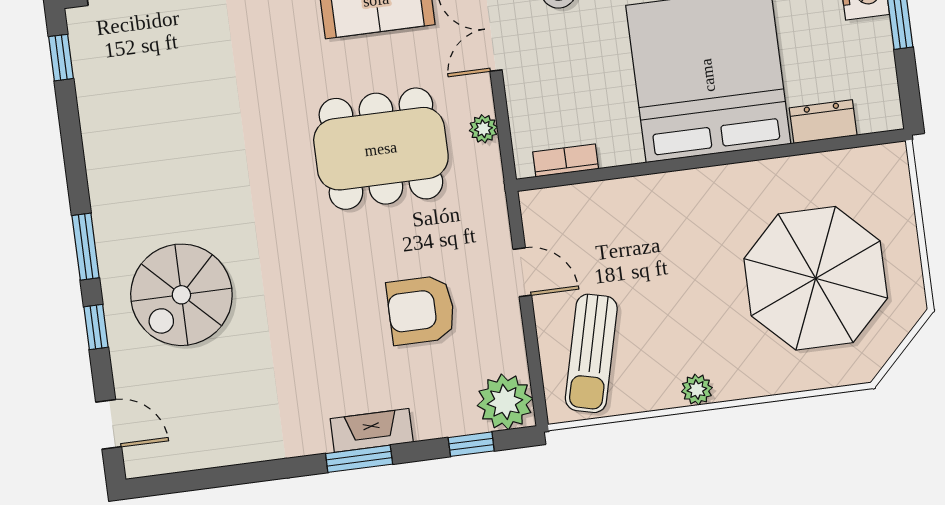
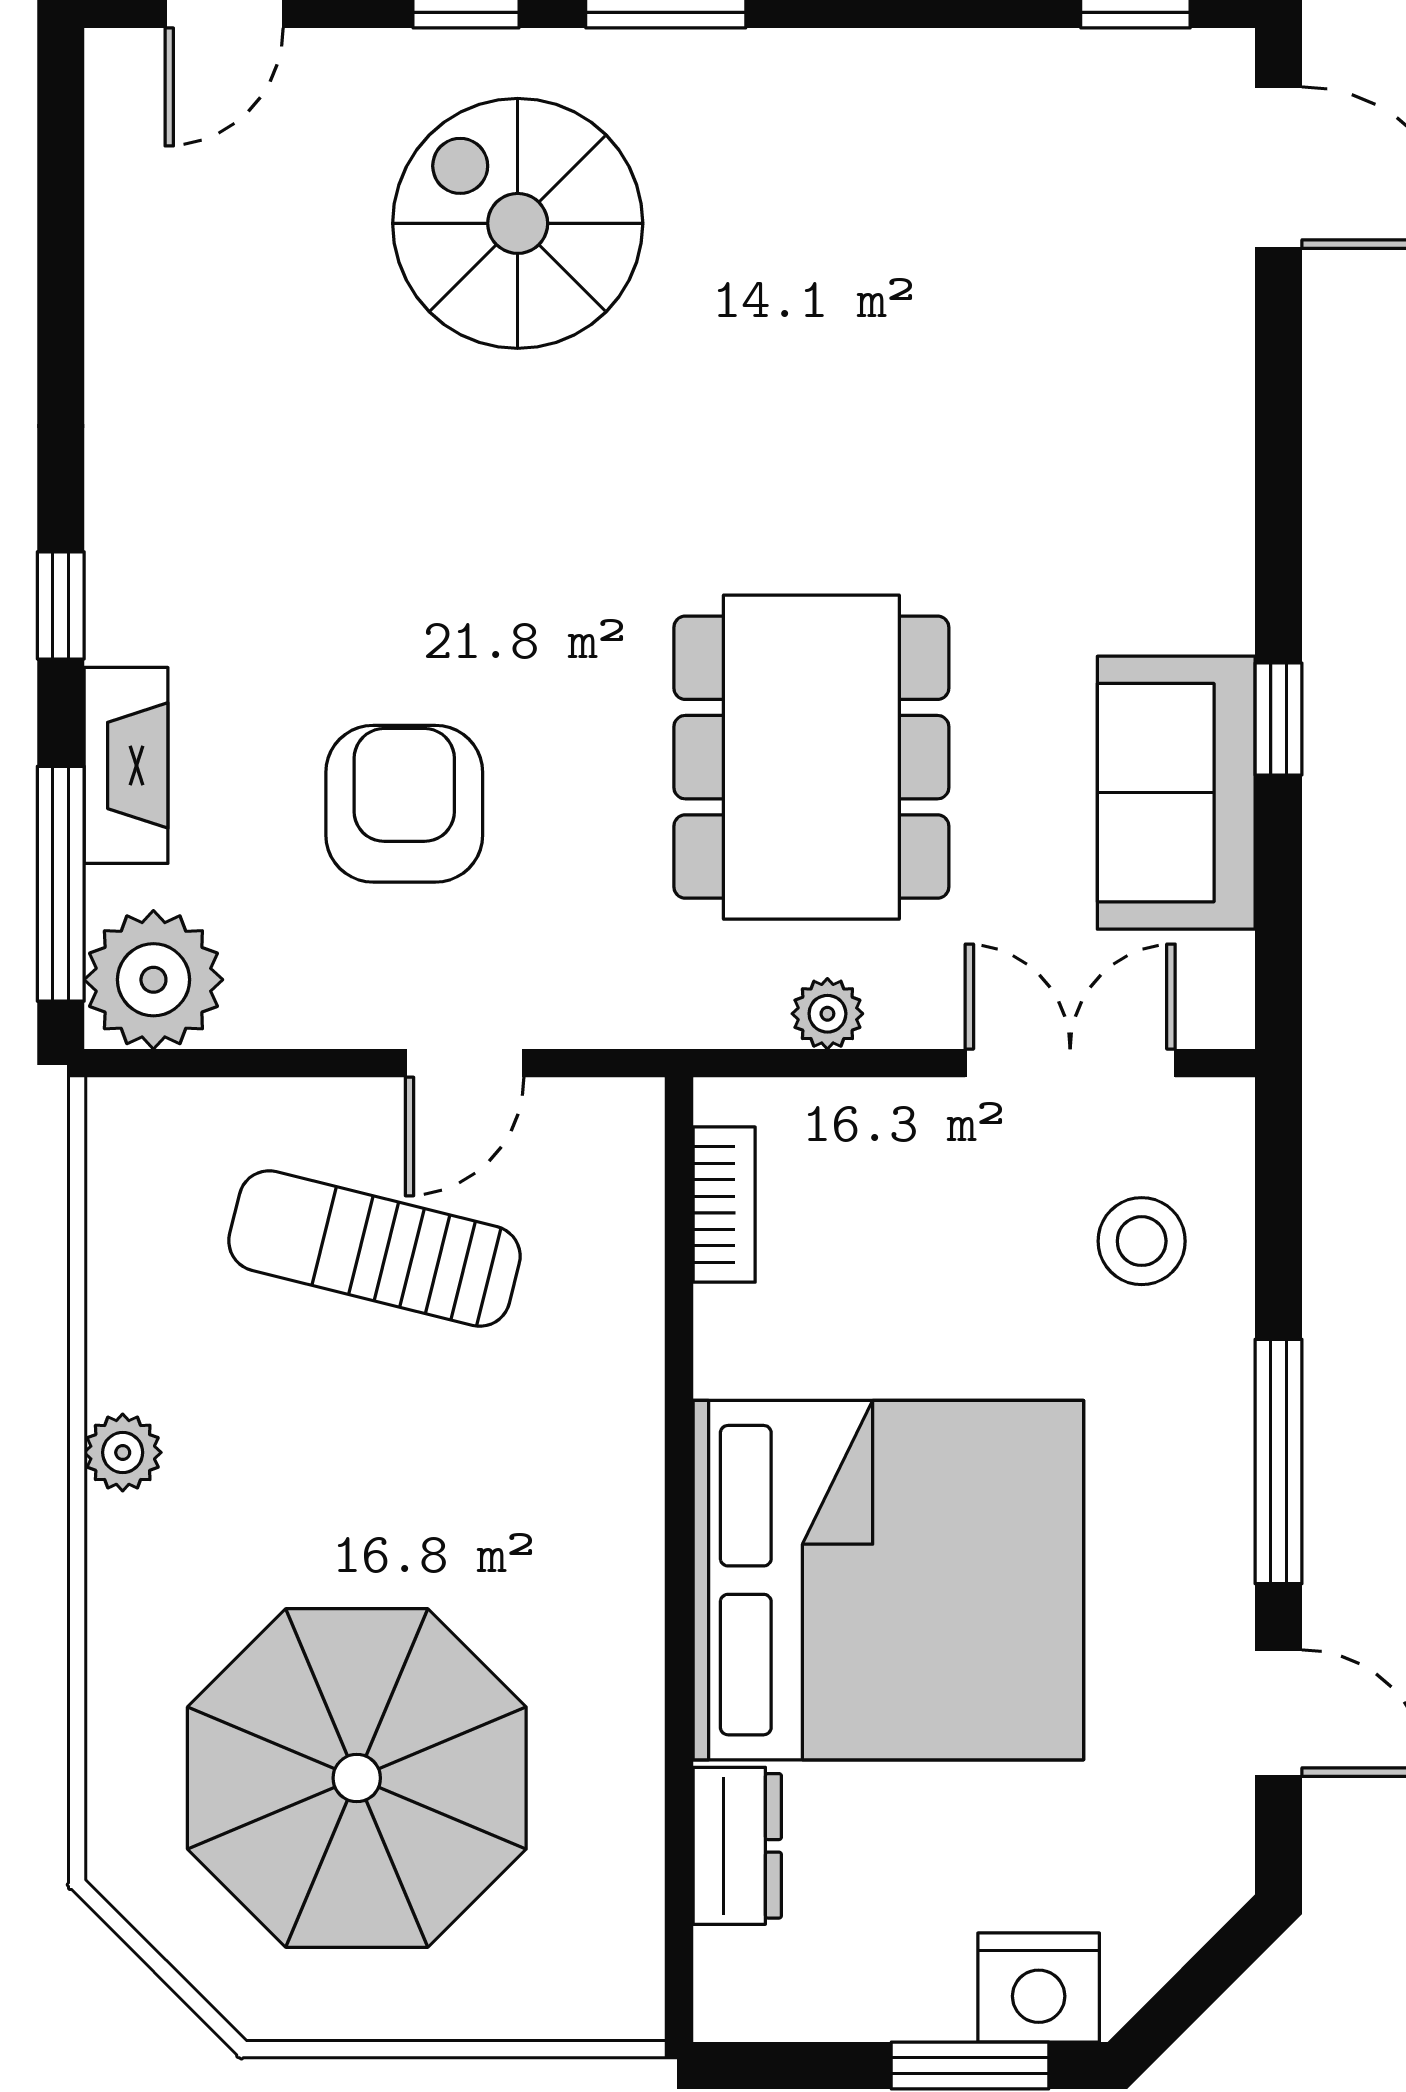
sun lounger: (591, 353) -> (374, 1249), moved
fireplace: (372, 430) -> (126, 765), moved
window: (471, 444) -> (61, 884), width x2.17
window: (359, 459) -> (61, 605), width x0.67

